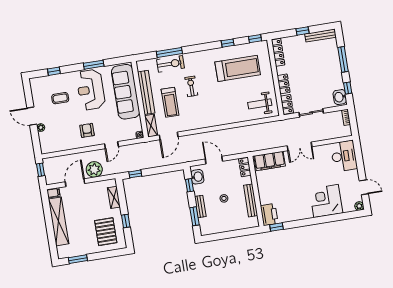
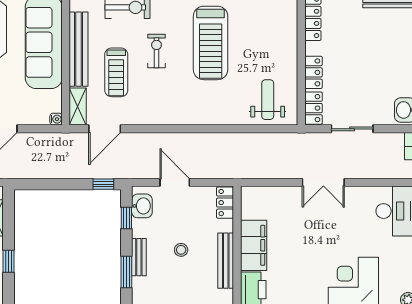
treadmill: (238, 68) -> (211, 43), moved, turned 90
weight bench: (260, 104) -> (268, 100), turned 90
filing cabinet: (270, 161) -> (254, 245), moved, turned -90
window: (135, 174) -> (103, 184), moved

